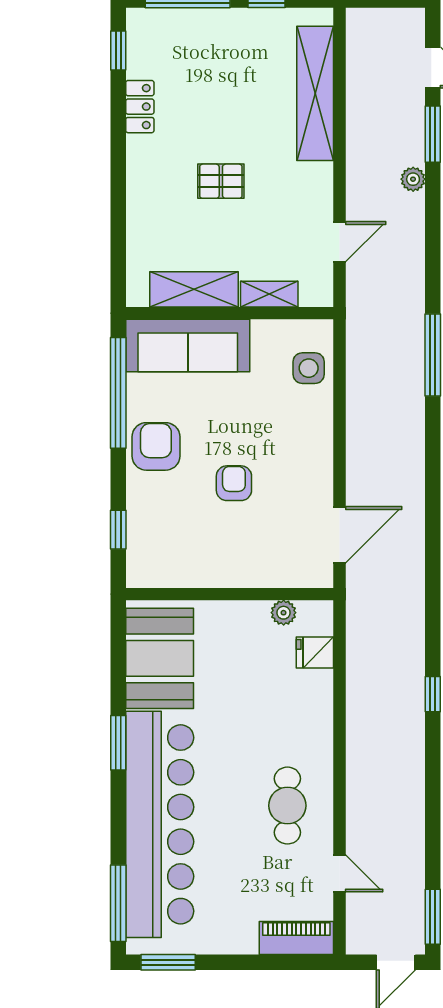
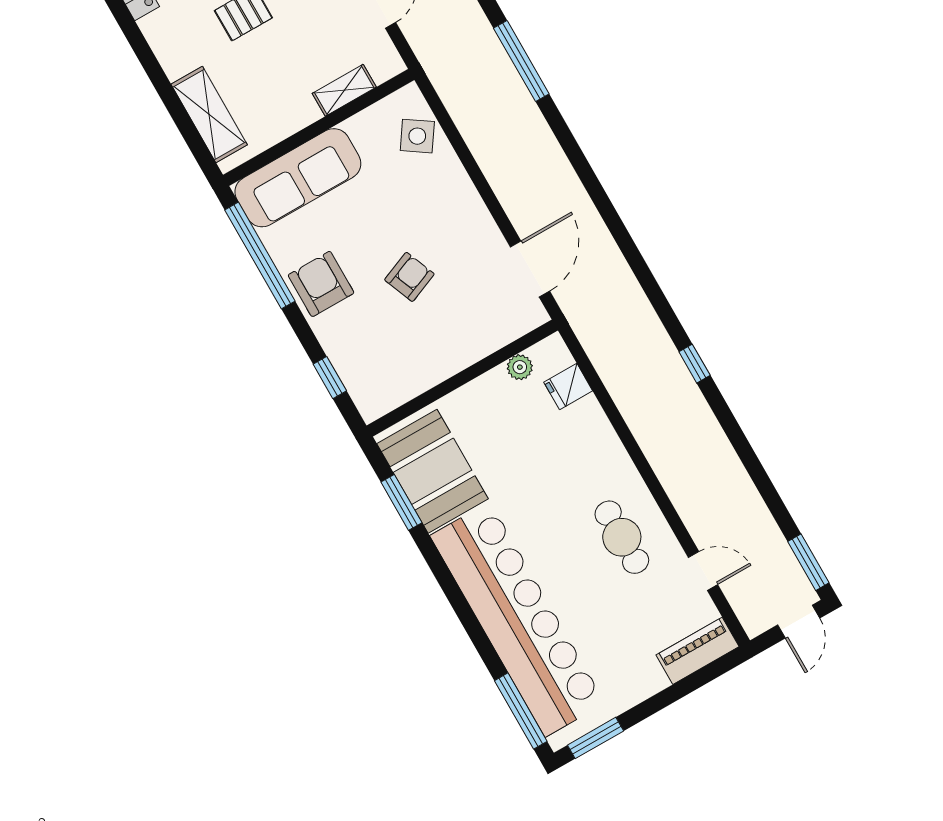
shelving: (194, 289) -> (209, 115), moved, turned 90
side table: (309, 368) -> (417, 136), turned 34
armchair: (234, 483) -> (409, 277), turned 68
window: (118, 743) -> (401, 502), moved

